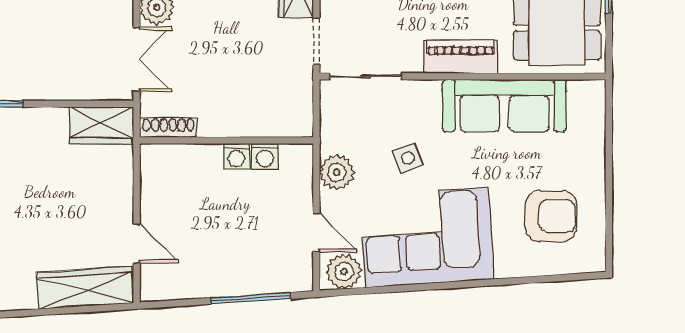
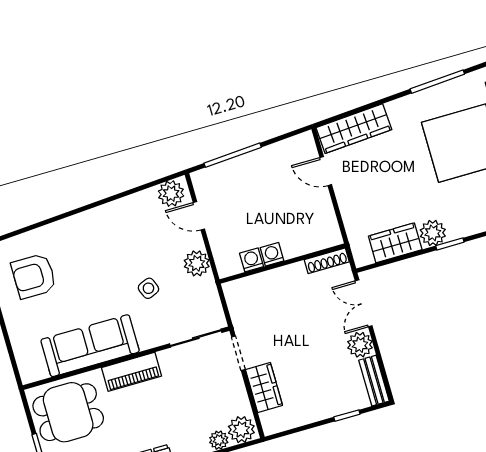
plant: (22, 124) -> (433, 233), added
wardrobe: (101, 126) -> (395, 243), moved
corner sofa: (427, 237) -> (119, 235), removed

